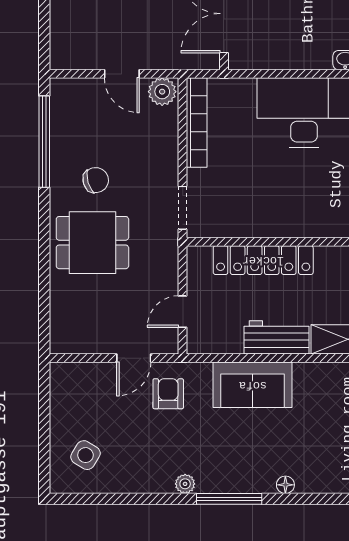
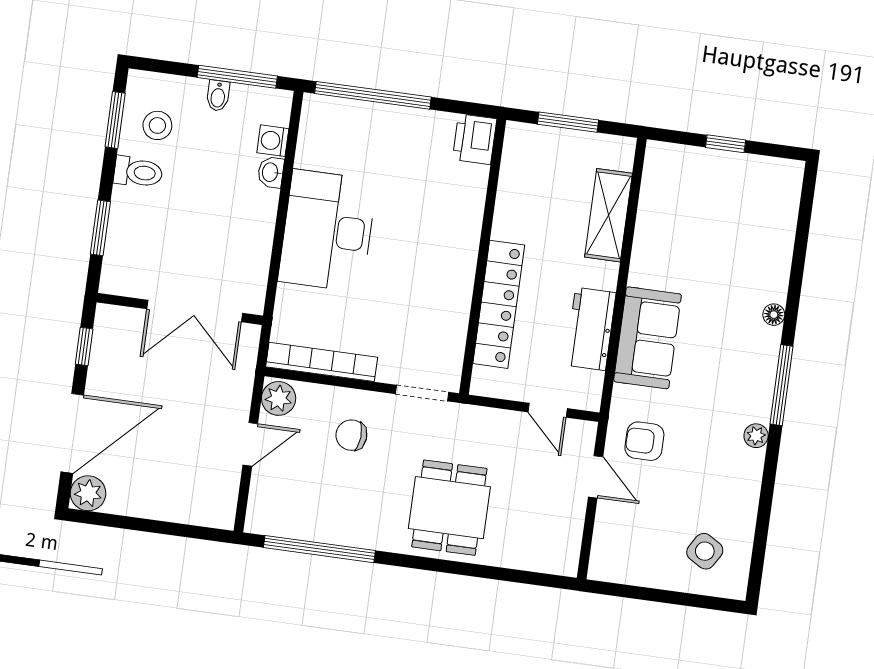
chair: (96, 180) -> (351, 435), moved, turned -70
workbench: (277, 337) -> (590, 329), moved

